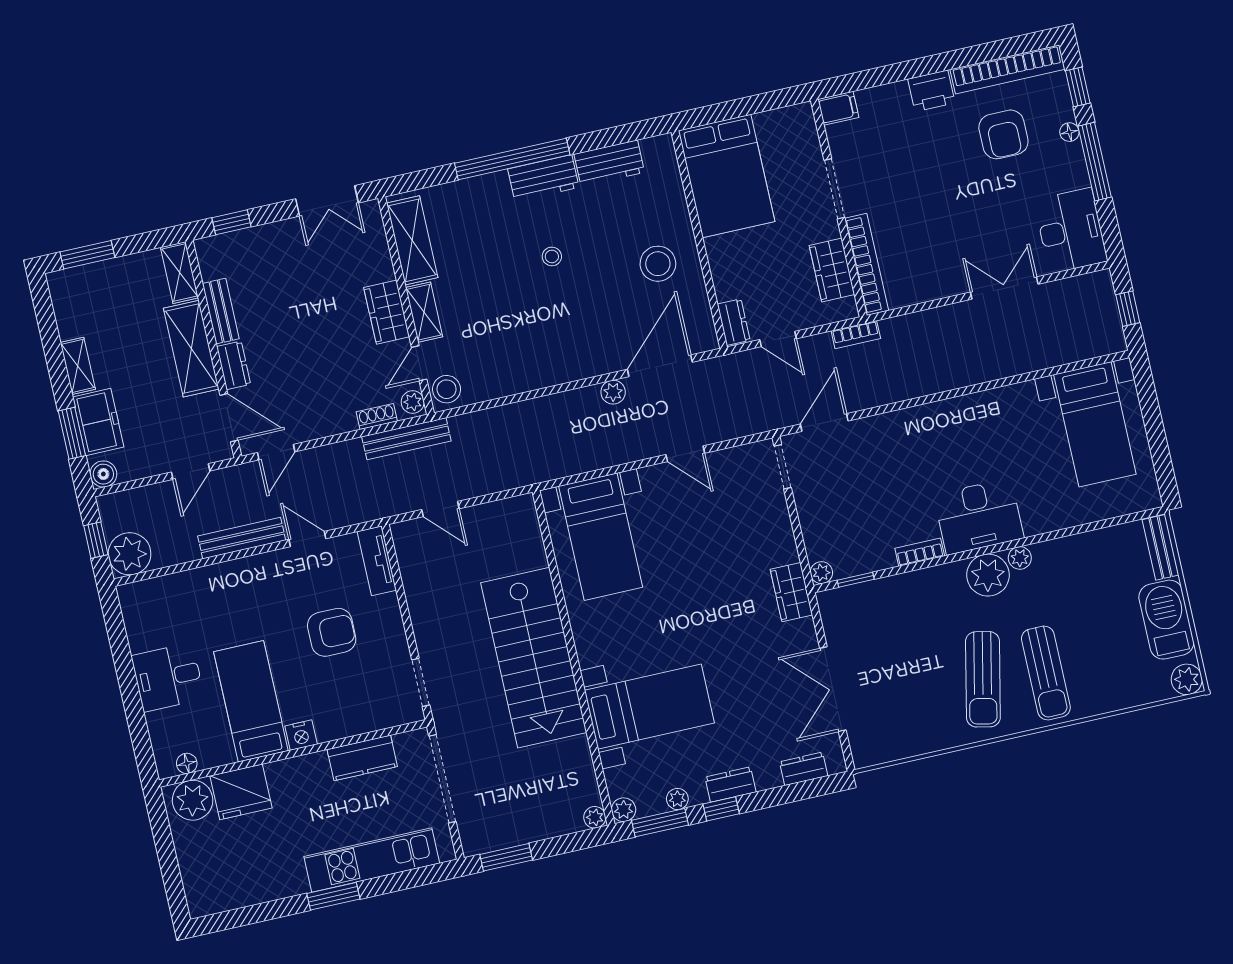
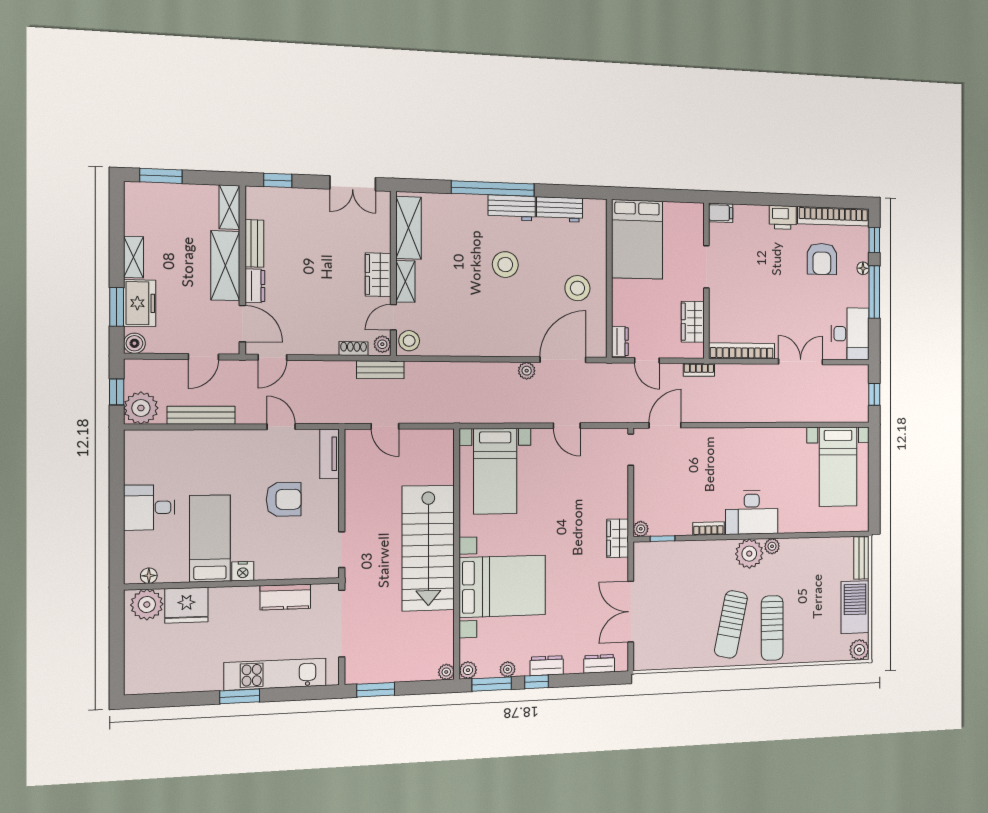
stool: (552, 256) -> (505, 265), width x1.89, depth x1.89
bookcase: (867, 264) -> (742, 351), moved, turned -90
bench: (406, 439) -> (380, 370), width x0.73
bench: (242, 538) -> (201, 415), moved
bed with nightstands: (649, 707) -> (503, 586), width x1.36

